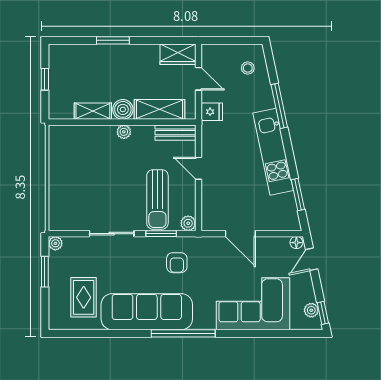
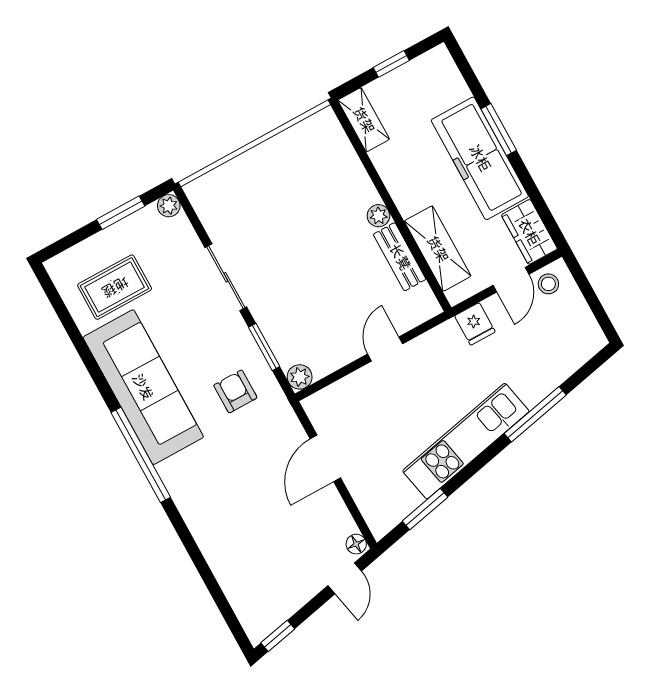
freezer: (123, 59) -> (480, 158), added
stool: (248, 68) -> (548, 284), moved
boiler: (123, 109) -> (409, 197), removed
shelving: (93, 111) -> (364, 120), moved
bench: (176, 133) -> (400, 257), moved
sun lounger: (157, 199) -> (309, 315), removed
door: (312, 259) -> (345, 578), swing flipped
armchair: (177, 263) -> (235, 391), turned 90
corner sofa: (253, 304) -> (237, 530), removed
plant: (311, 310) -> (272, 617), removed

